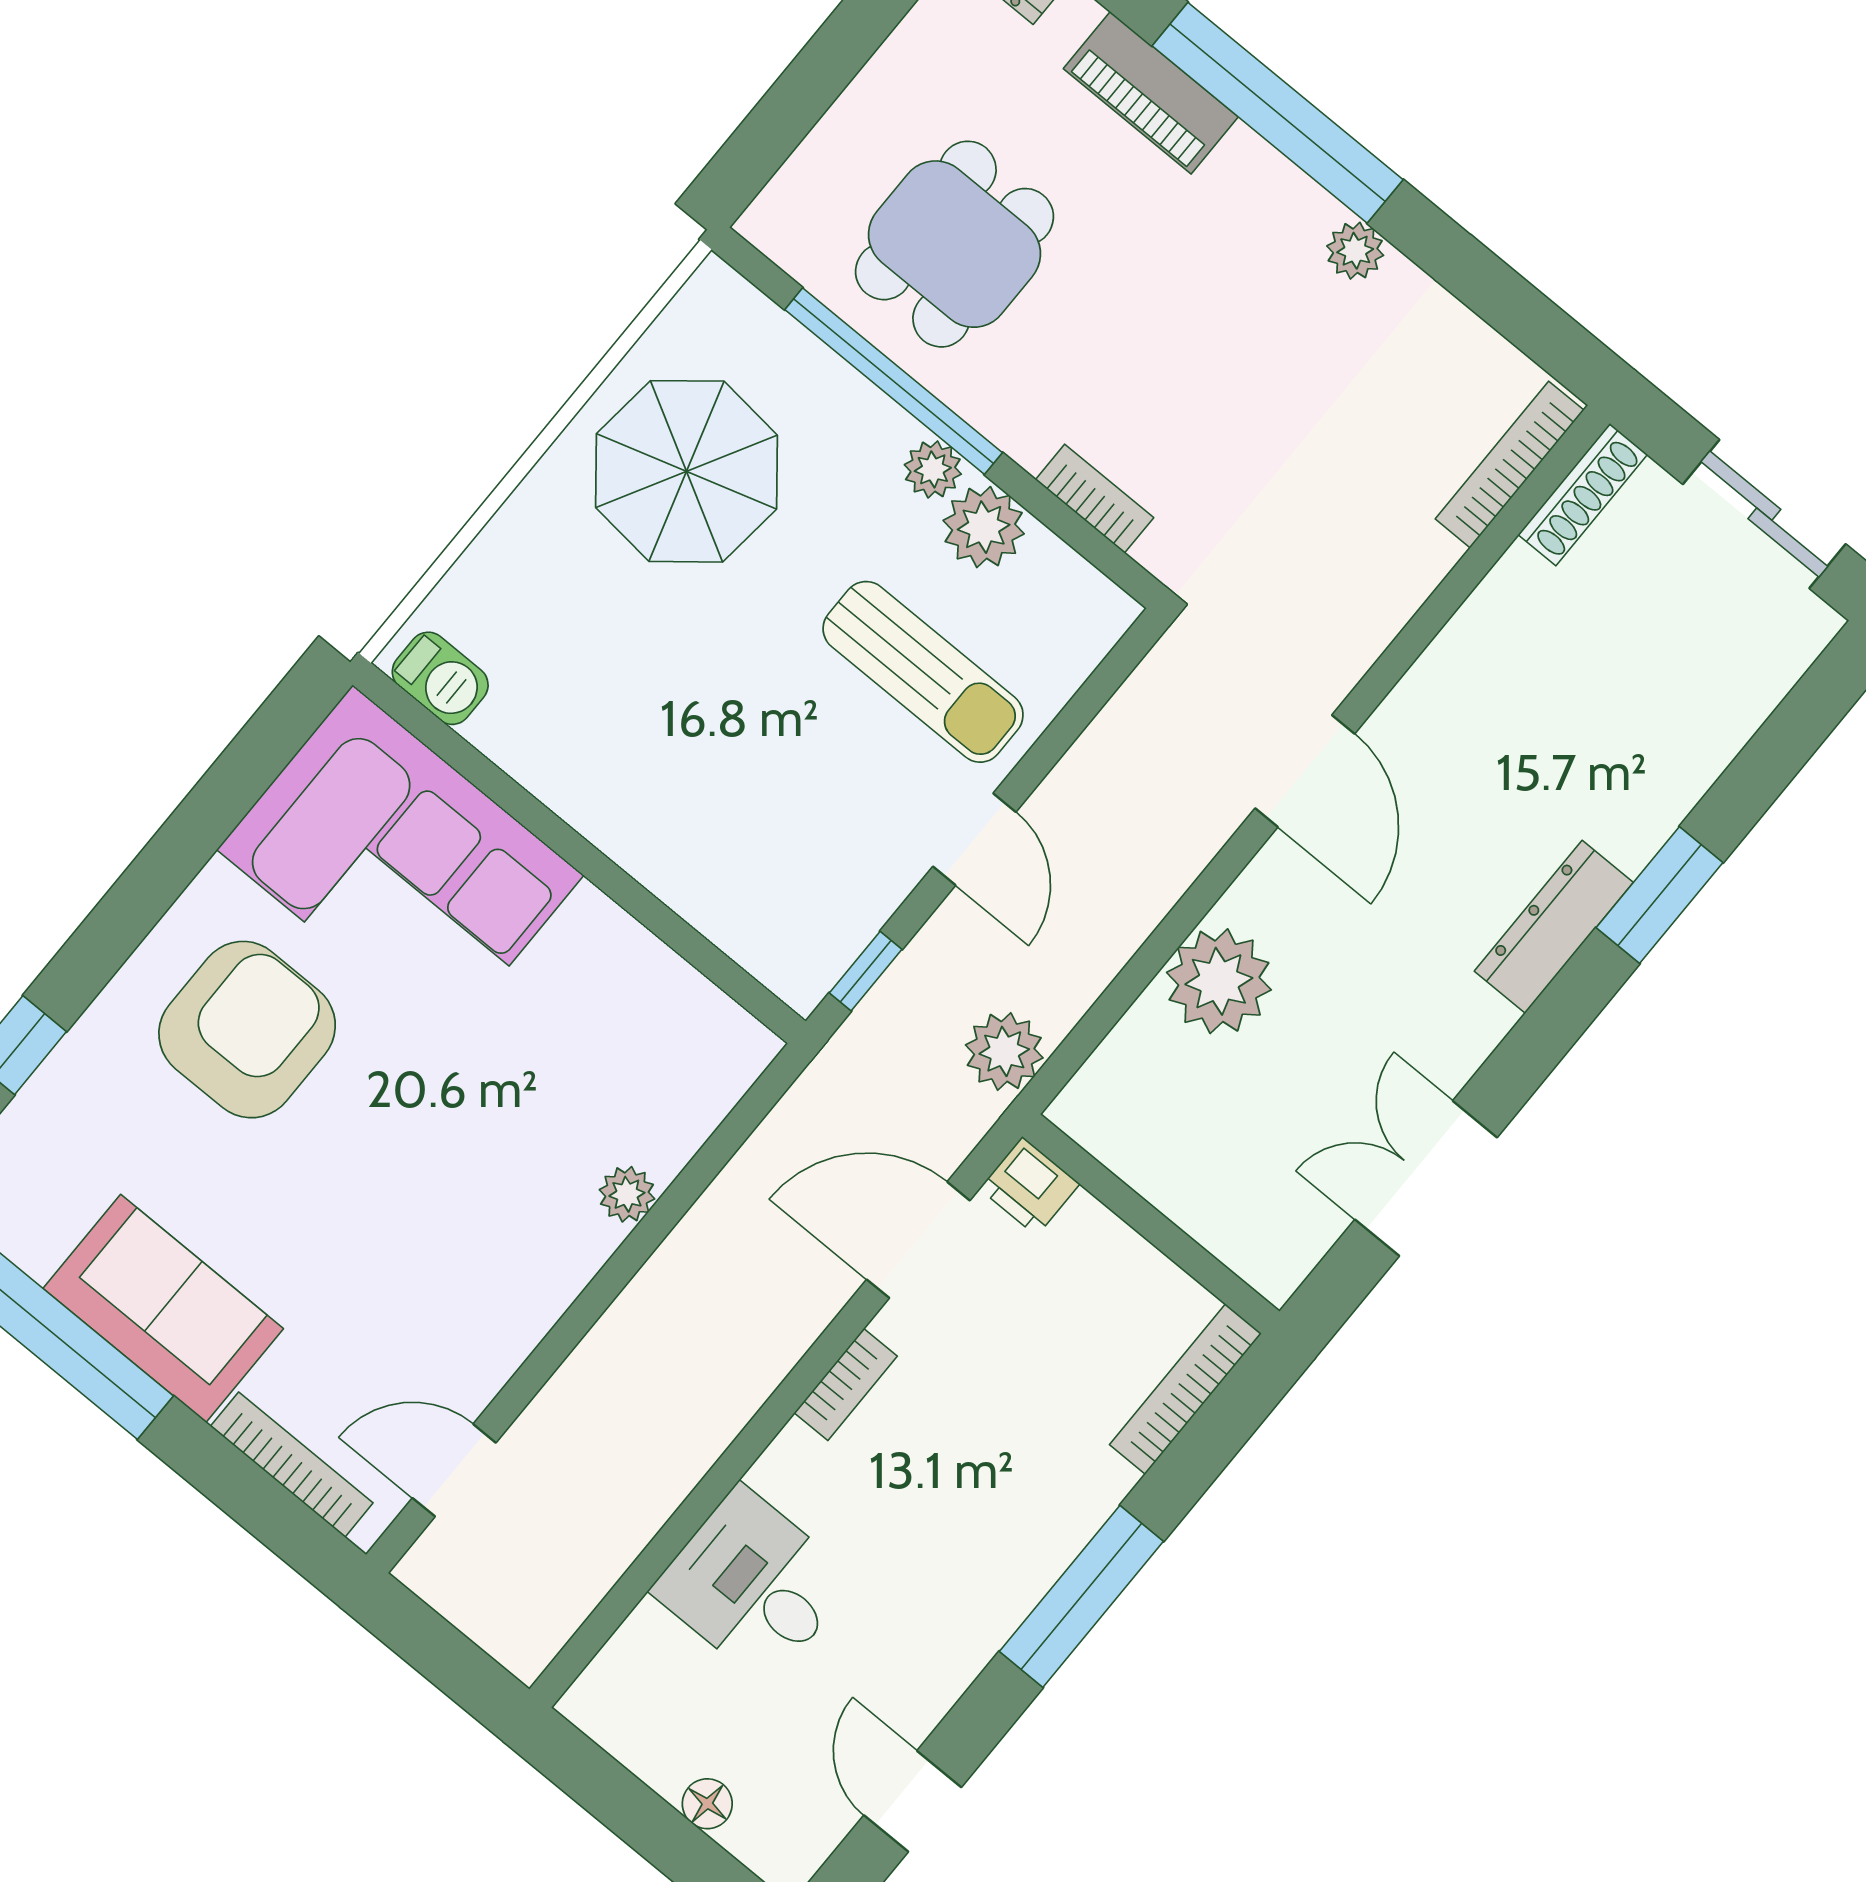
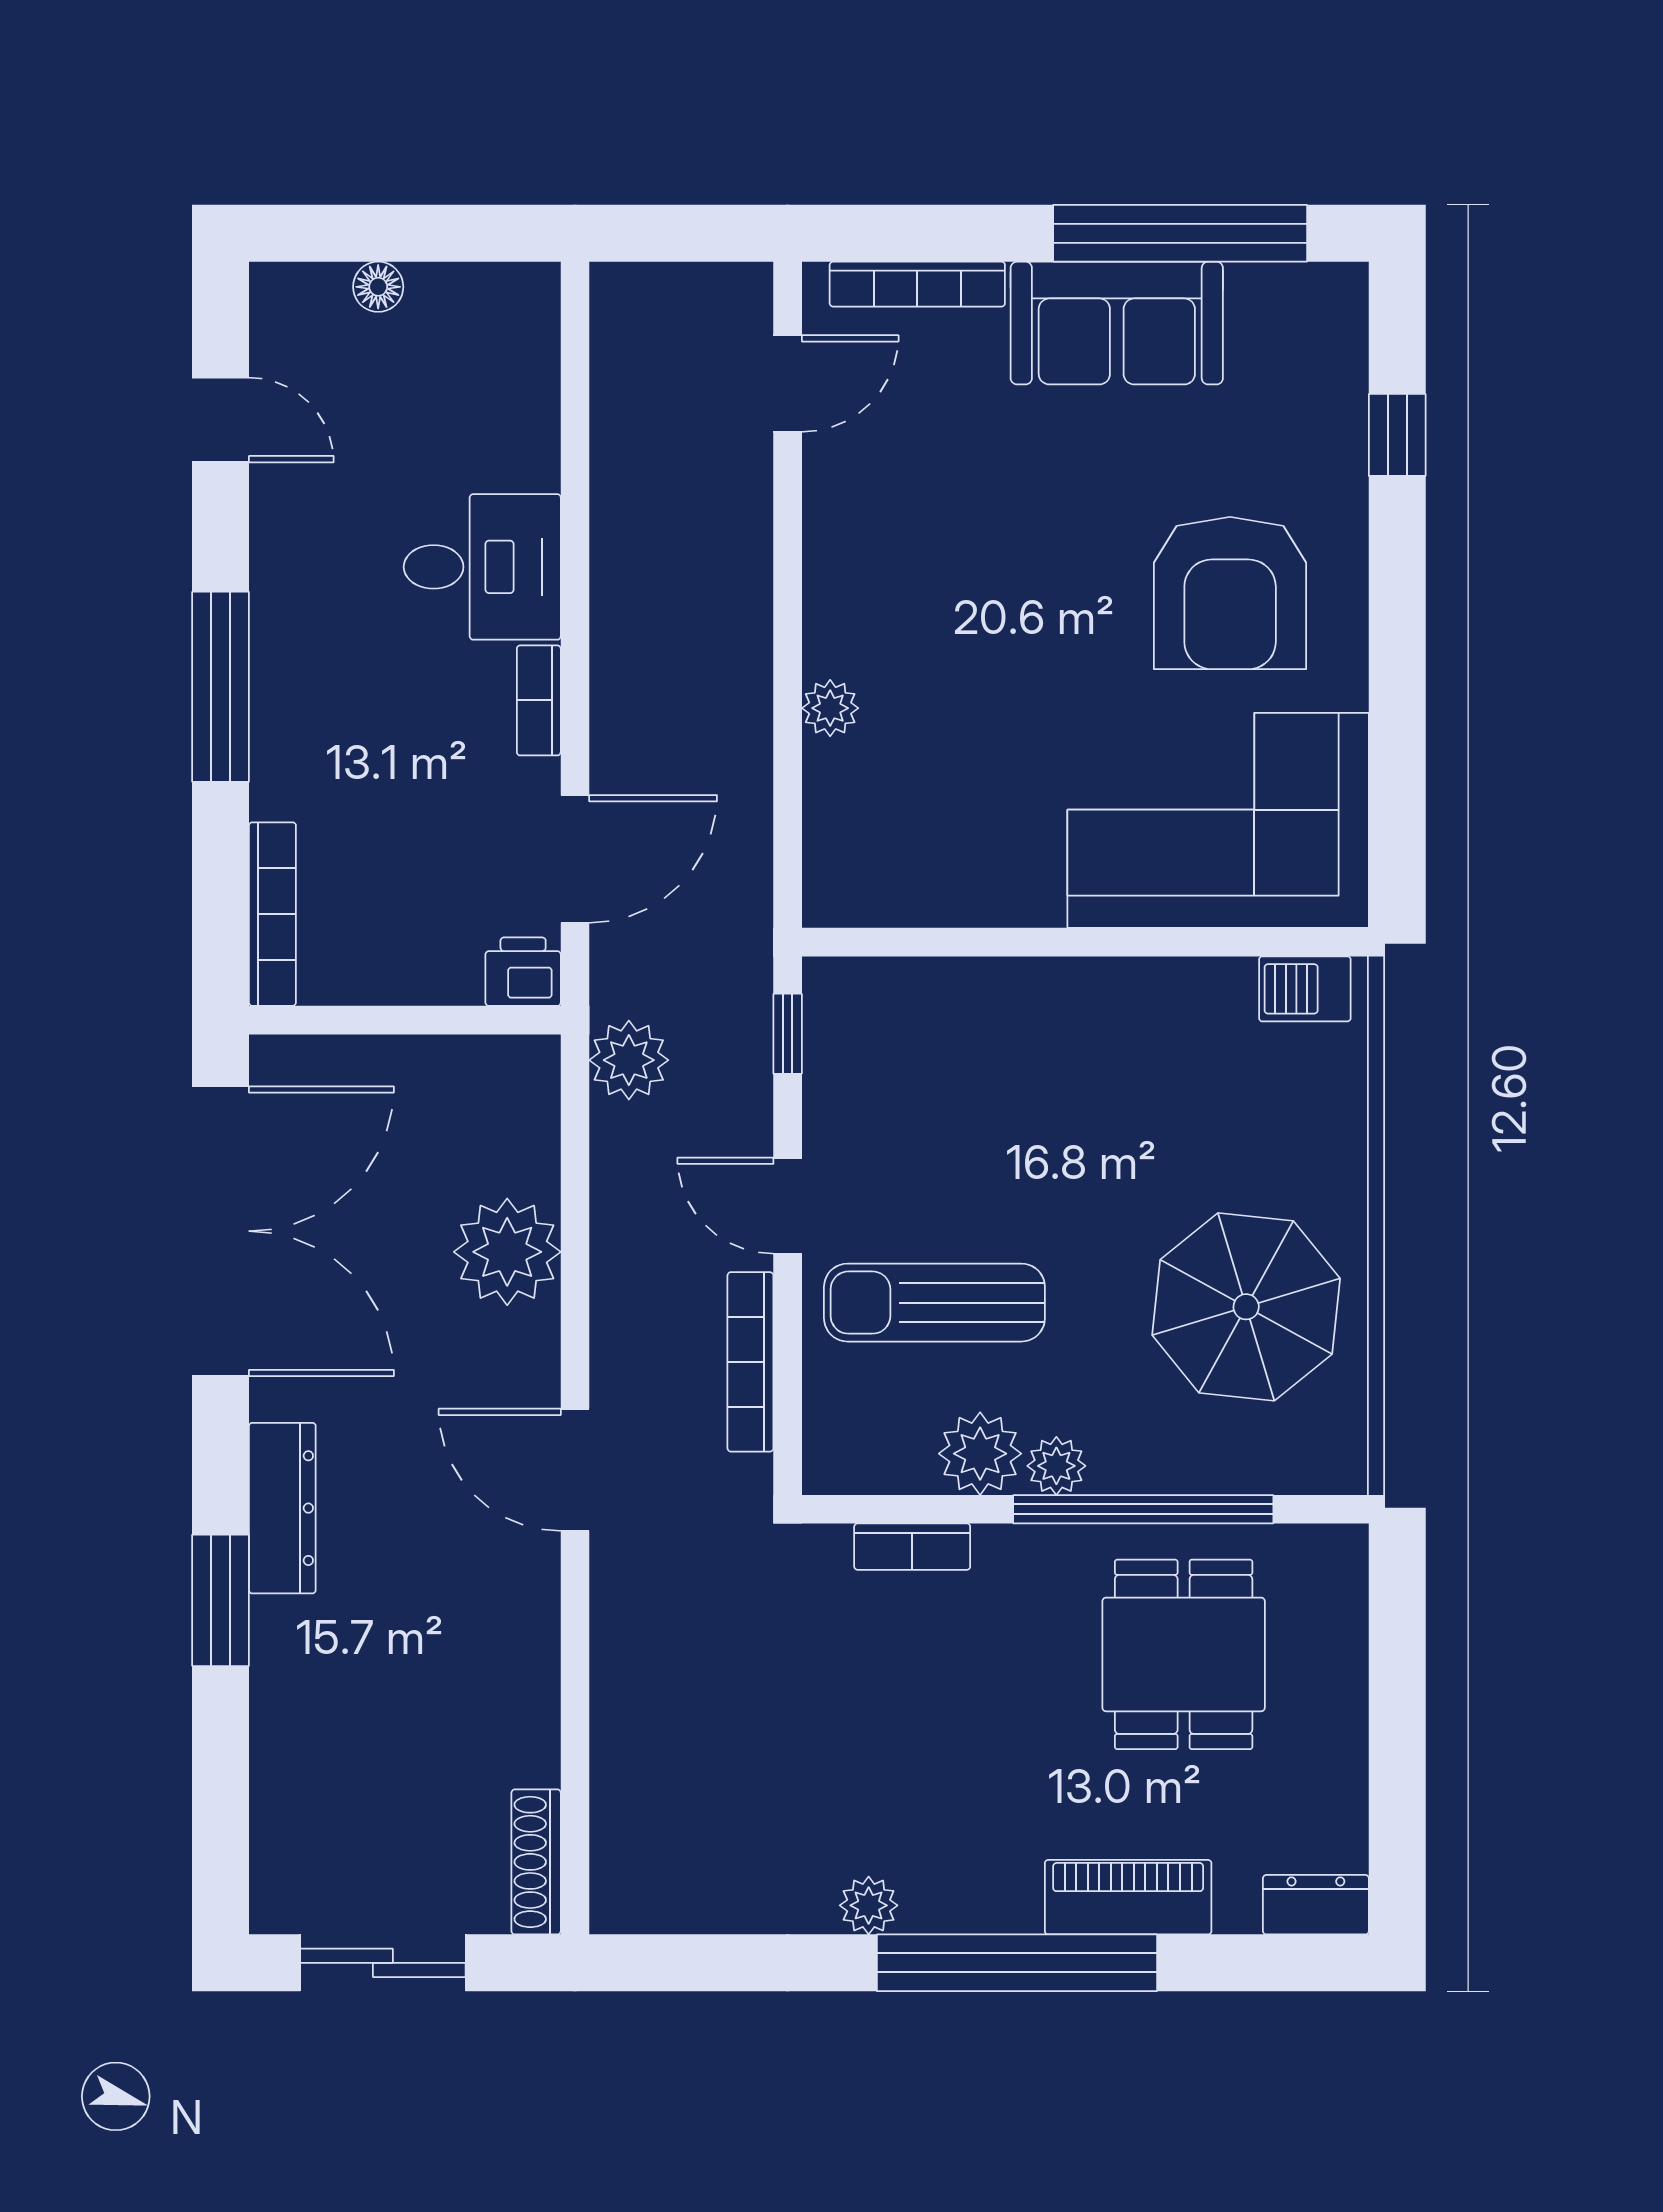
bookcase: (1510, 465) -> (750, 1362), moved, turned 180
double door: (1426, 1178) -> (221, 1231), width x1.87
desk: (753, 1585) -> (482, 567), moved

